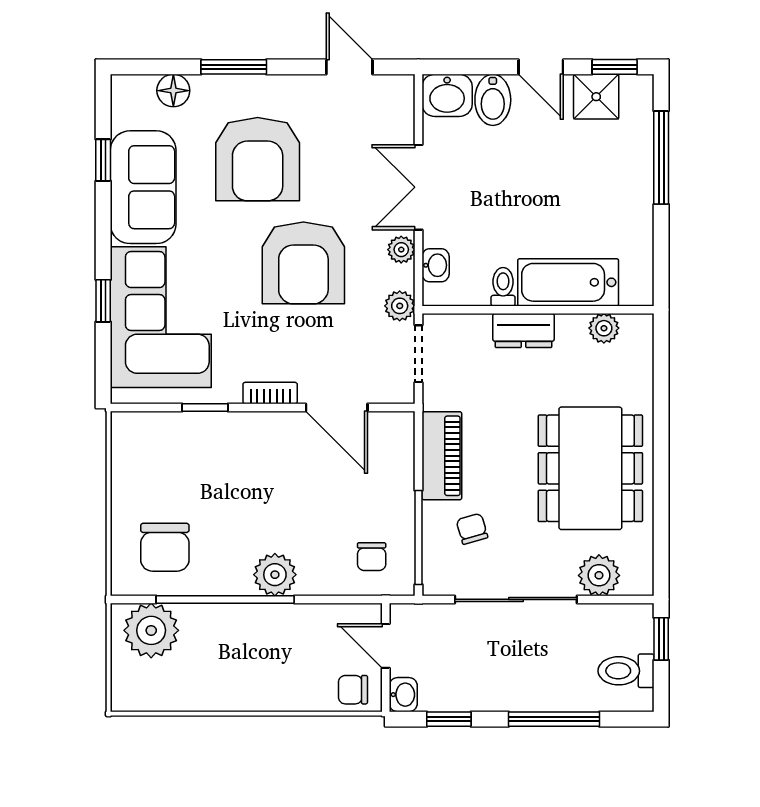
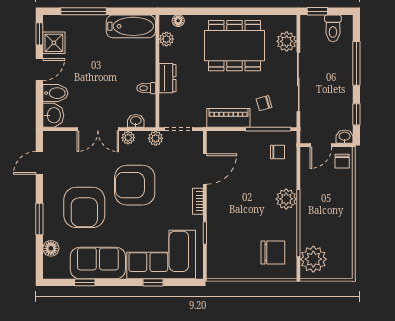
armchair: (258, 159) -> (84, 207), turned 90
armchair: (303, 263) -> (135, 185), turned 180
bathtub: (568, 282) -> (131, 26), moved, turned -90
floor lamp: (642, 352) -> (178, 21), added

